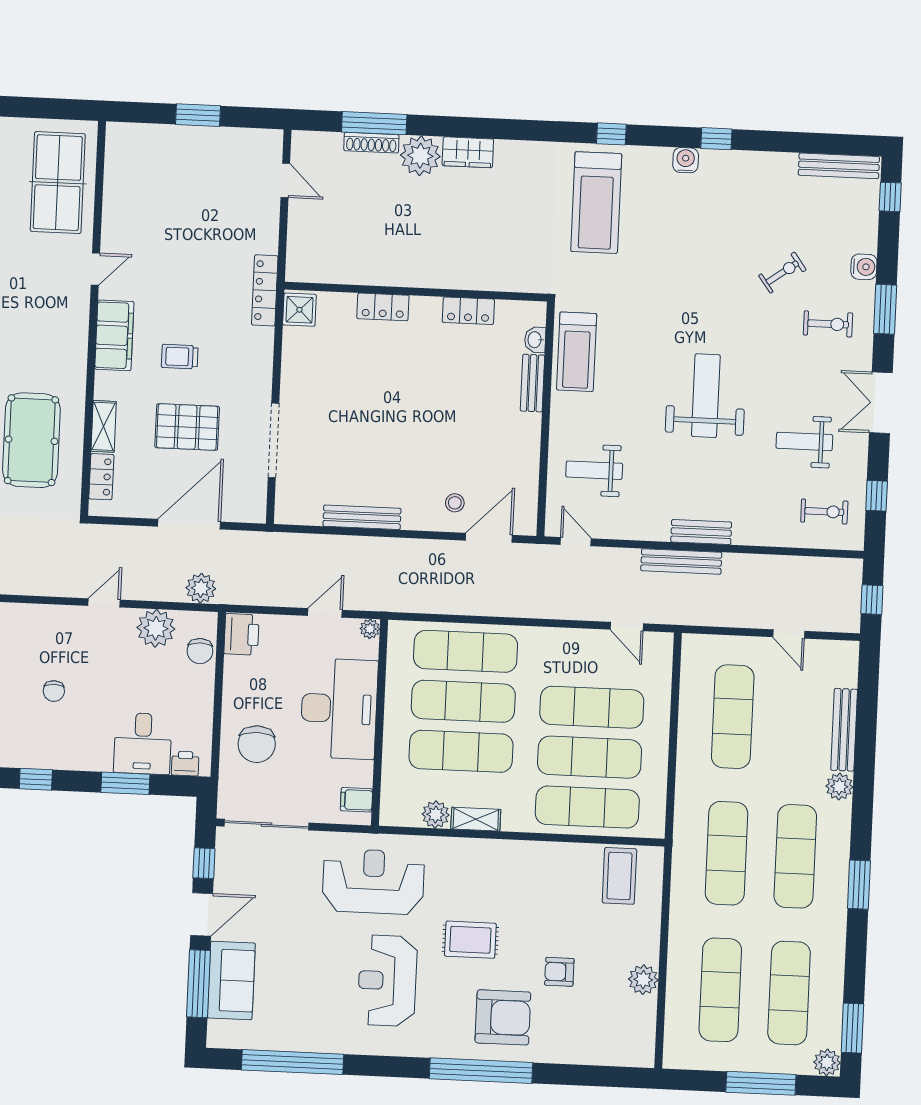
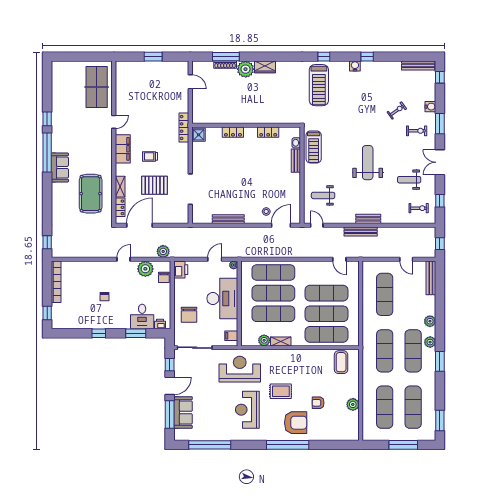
door: (189, 524) -> (140, 225), moved
bench: (844, 730) -> (431, 278), moved
plant: (827, 1062) -> (430, 342), moved

